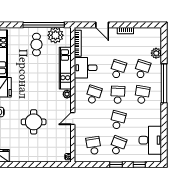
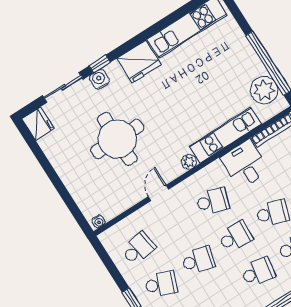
cafe table: (36, 45) -> (233, 71), removed
door: (73, 119) -> (159, 193), hinge flipped
round table: (34, 122) -> (117, 139), width x1.36, depth x1.36

